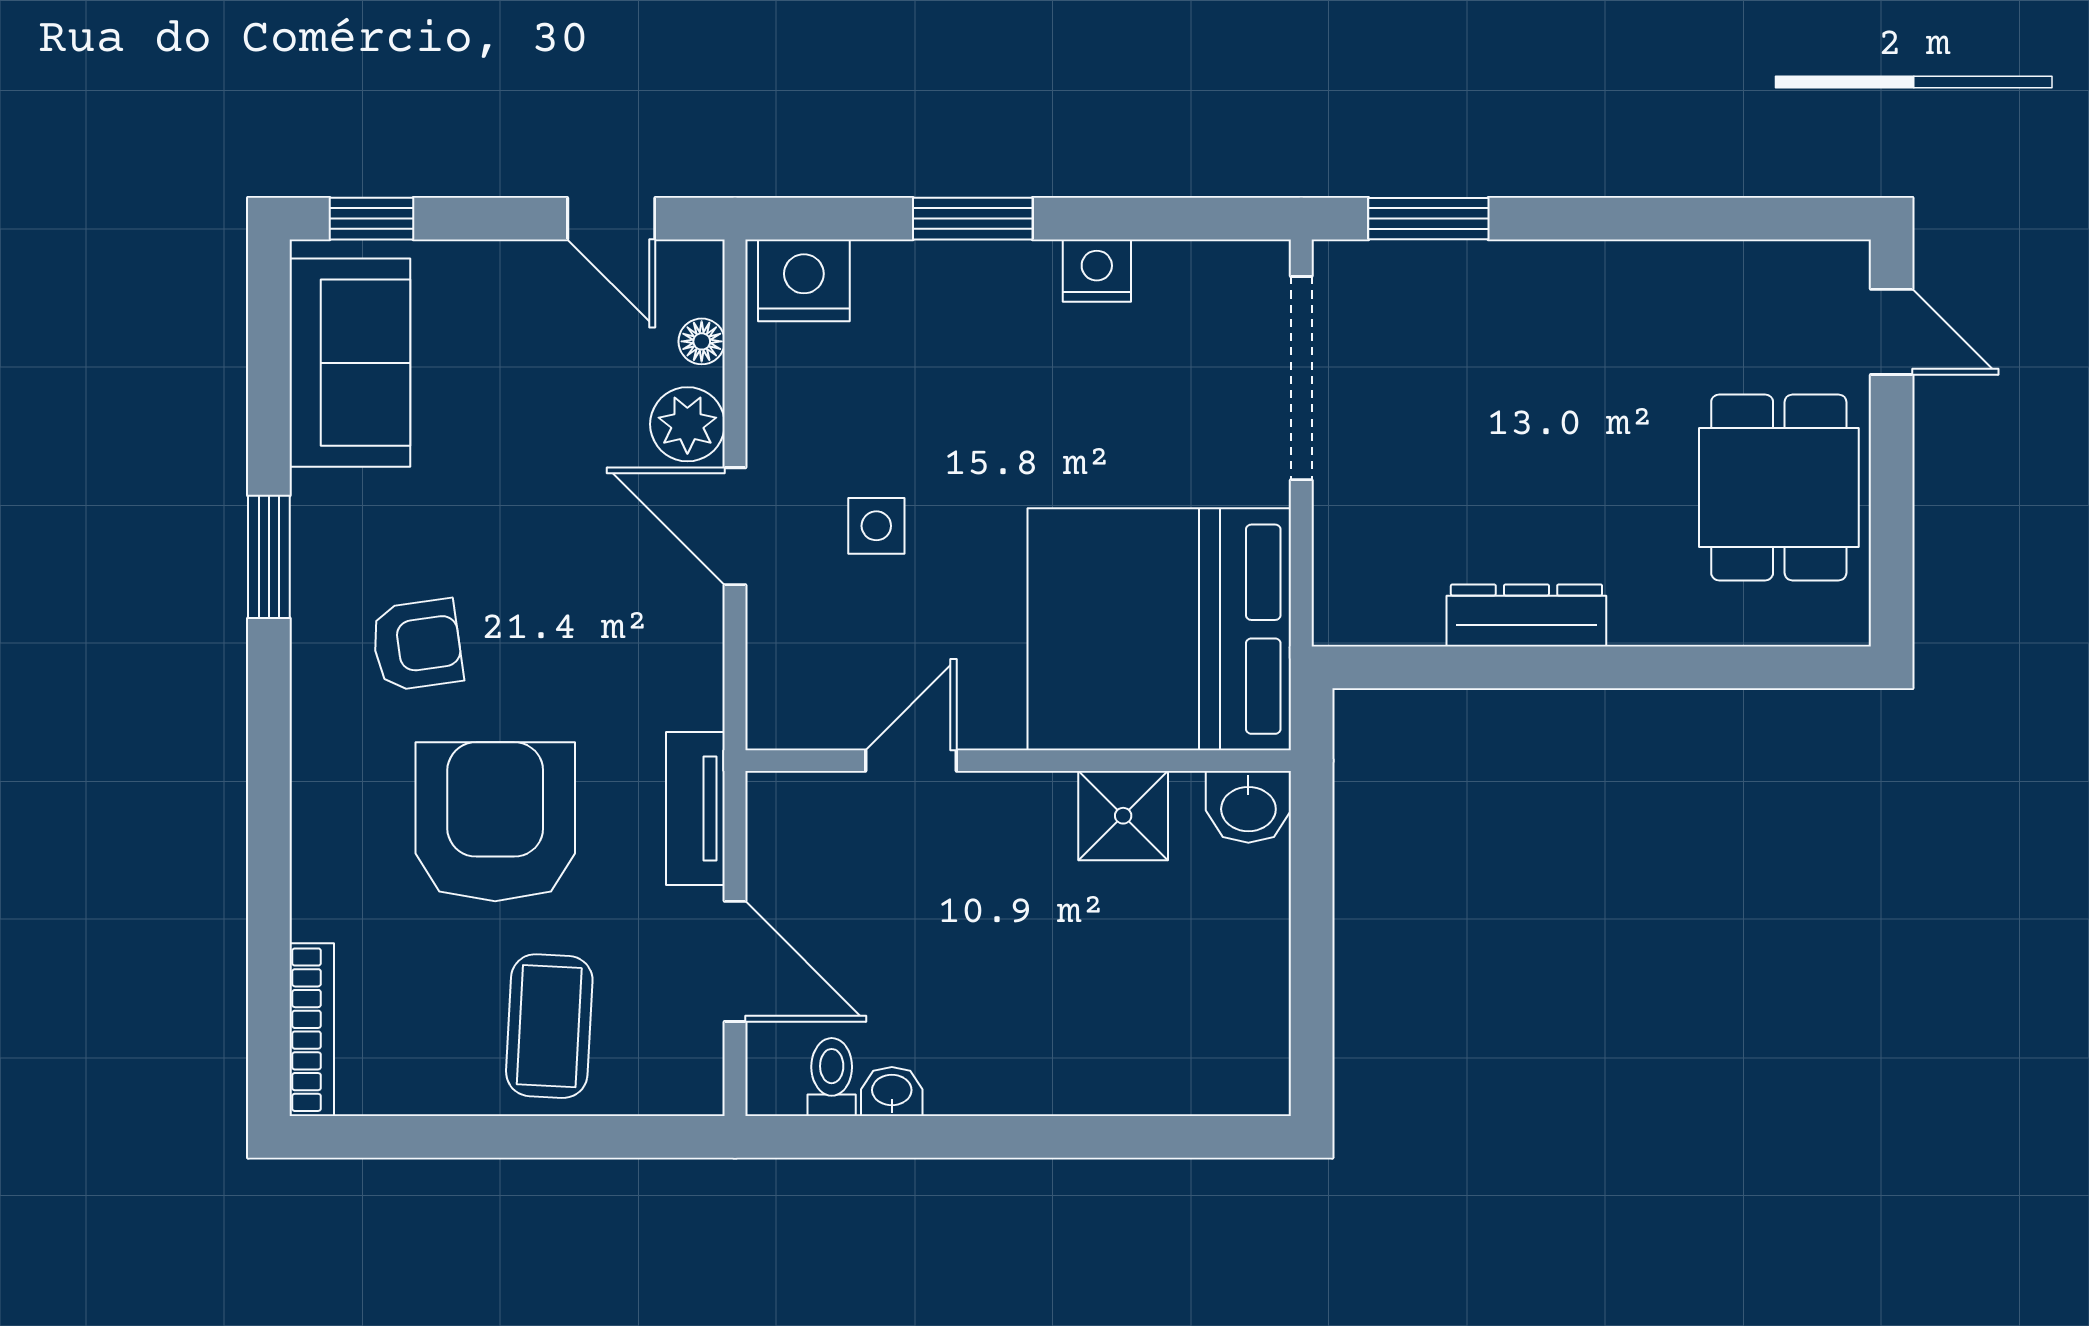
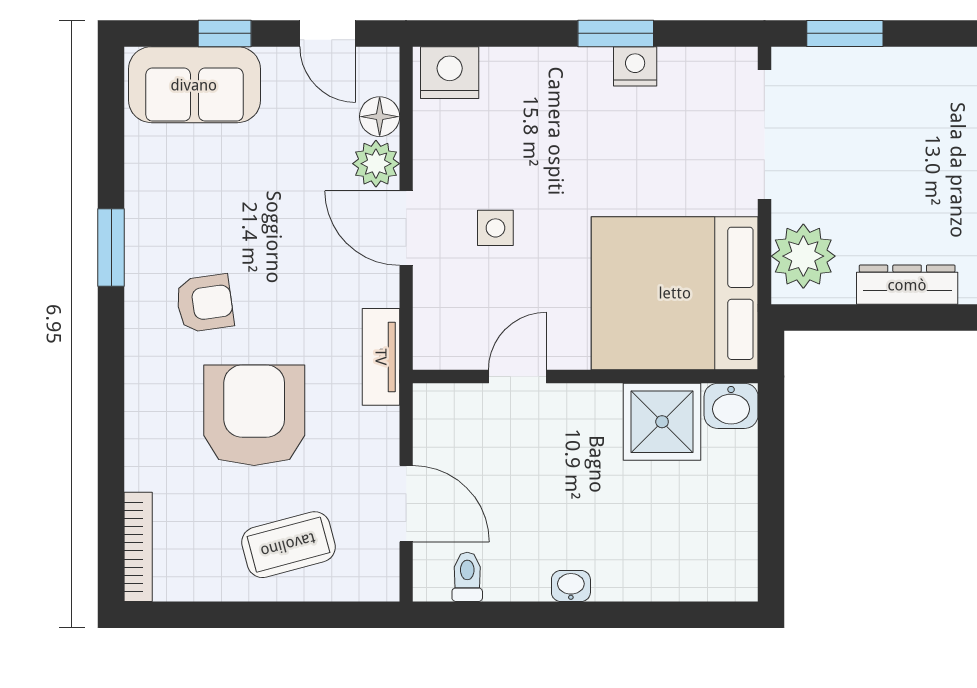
window: (372, 219) -> (225, 33), moved
window: (973, 219) -> (616, 33), moved
floor lamp: (702, 341) -> (380, 117), width x1.37, depth x1.37
sofa: (350, 363) -> (194, 85), moved, turned 90
plant: (1362, 570) -> (803, 256), added
tv unit: (695, 809) -> (381, 357), moved
shower: (1123, 816) -> (662, 422), width x1.36, depth x1.36
coffee table: (549, 1026) -> (288, 545), turned 72
washbasin: (892, 1092) -> (571, 586), moved

